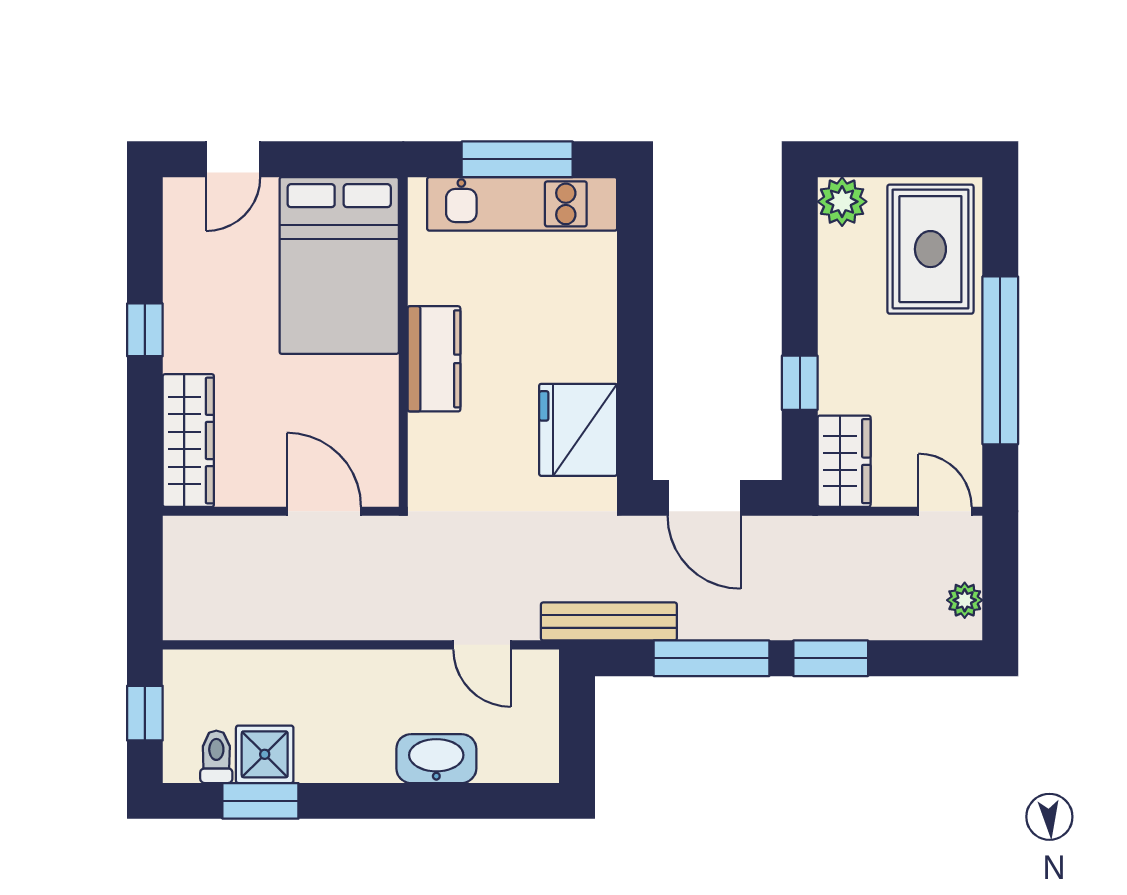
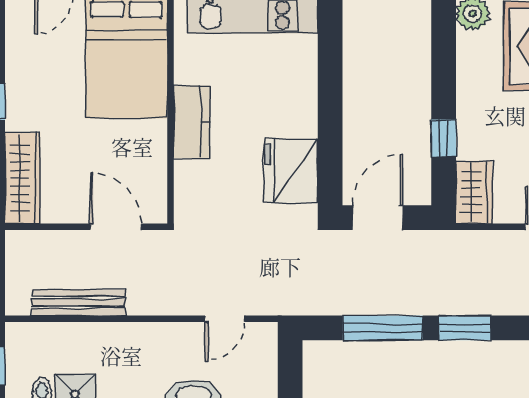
door: (704, 498) -> (378, 218), swing flipped
bench: (609, 621) -> (79, 303), moved
door: (482, 645) -> (225, 319), hinge flipped

